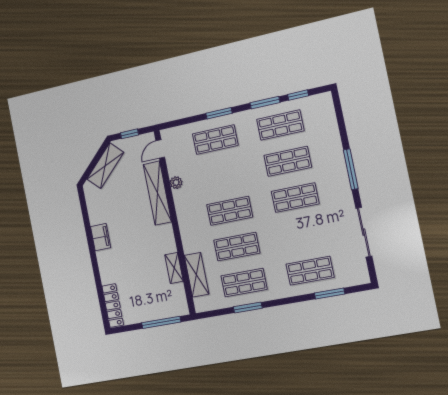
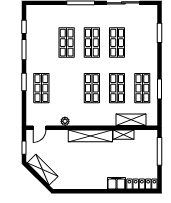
shop shelf: (280, 125) -> (41, 43), removed
door: (160, 149) -> (39, 128), hinge flipped
shelving: (157, 193) -> (90, 136), moved
filing cabinet: (101, 237) -> (116, 183), moved
shop shelf: (310, 271) -> (117, 43), moved

